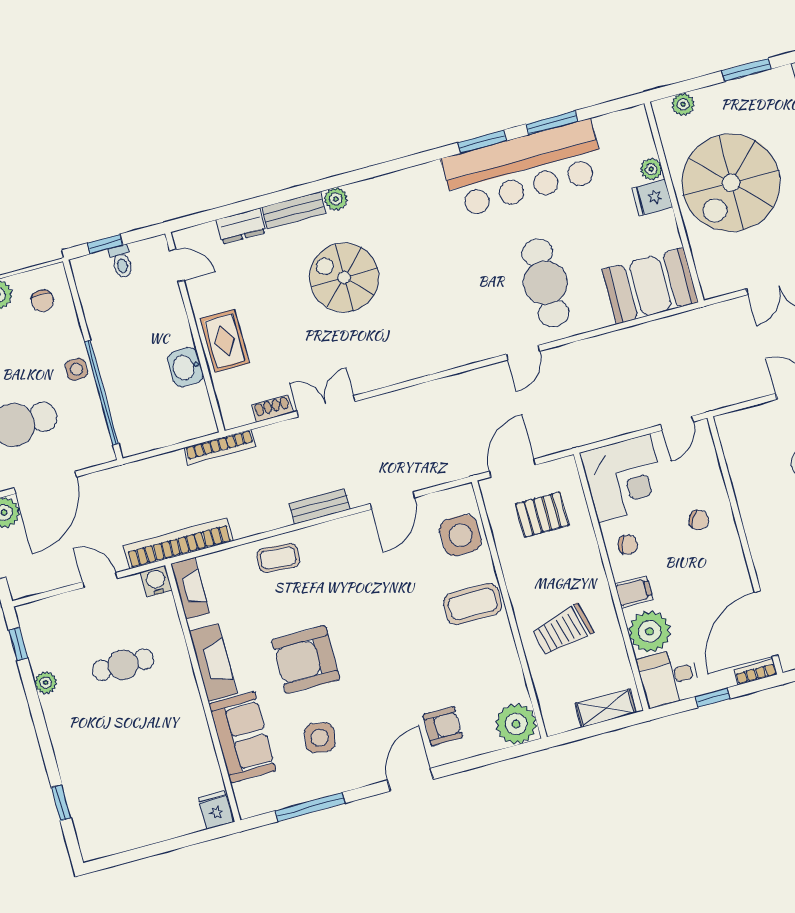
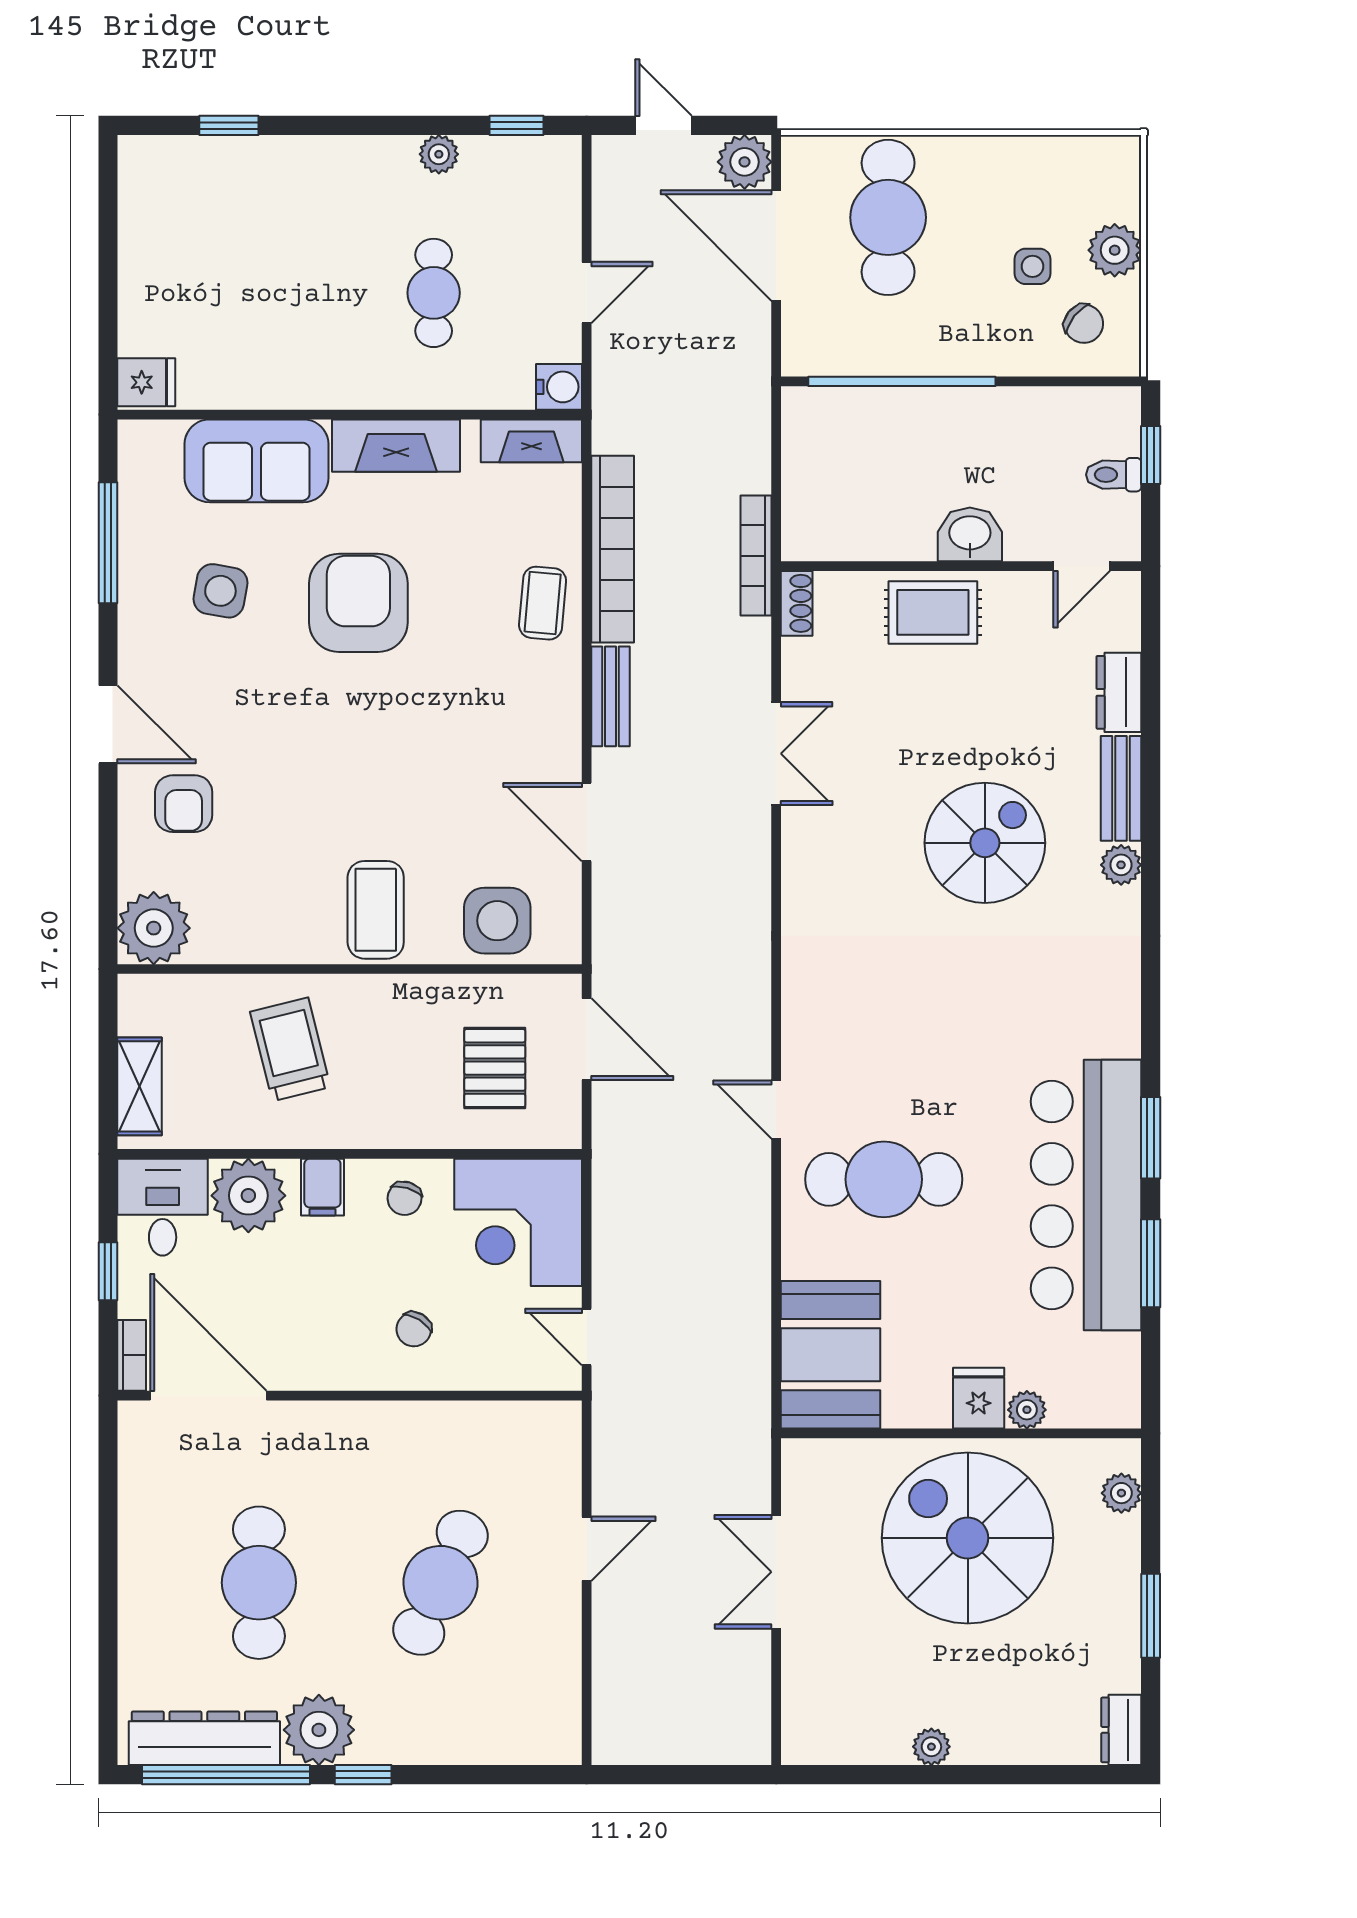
chair: (42, 301) -> (1084, 324), turned -141
washbasin: (186, 367) -> (970, 534), moved
side table: (76, 369) -> (1033, 266), moved
shoe rack: (272, 409) -> (797, 603), moved
bookcase: (178, 543) -> (613, 549), moved

